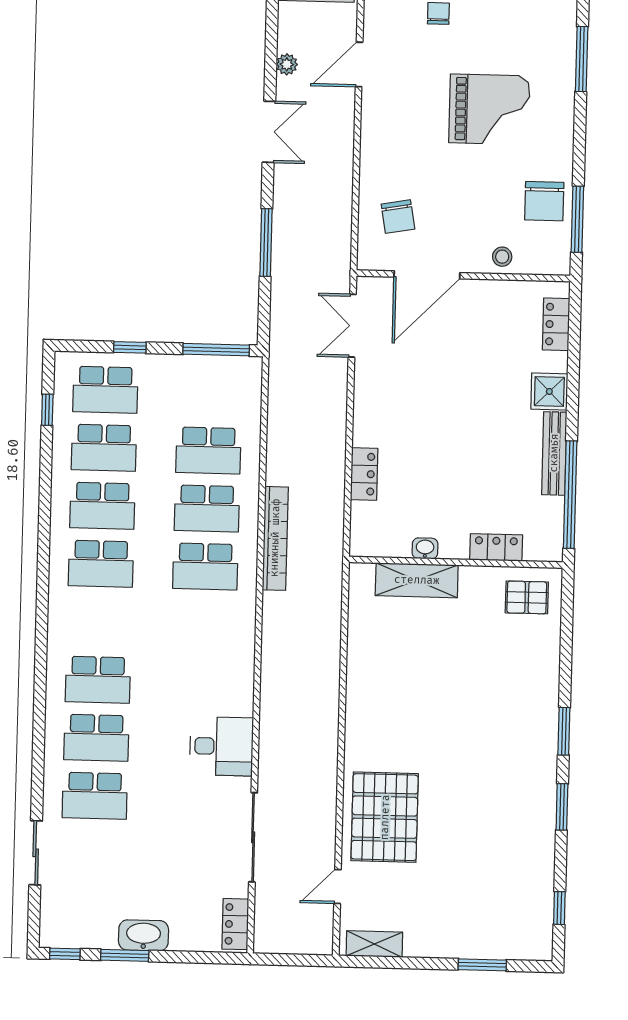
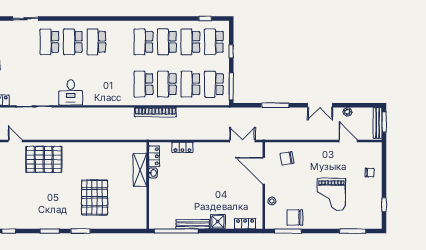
school desk: (210, 392) -> (214, 84), added
locker: (496, 547) -> (154, 156), moved
pallet: (527, 597) -> (95, 197), moved, width x2.05, depth x2.00

